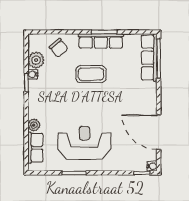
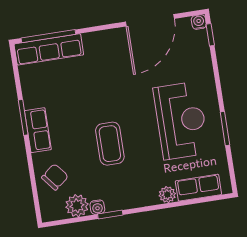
row of seats: (101, 41) -> (38, 130), width x0.68
coffee table: (91, 74) -> (110, 144), moved
reception desk: (85, 143) -> (181, 121), turned 180

